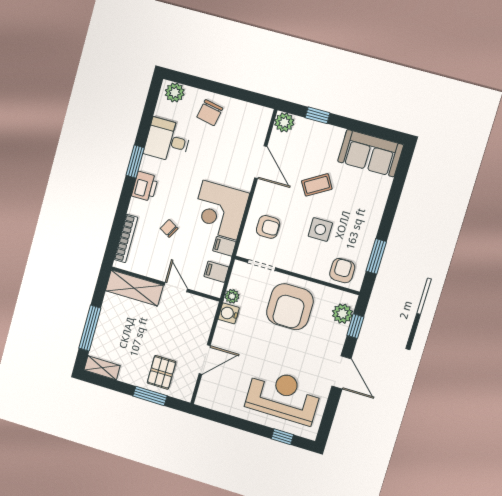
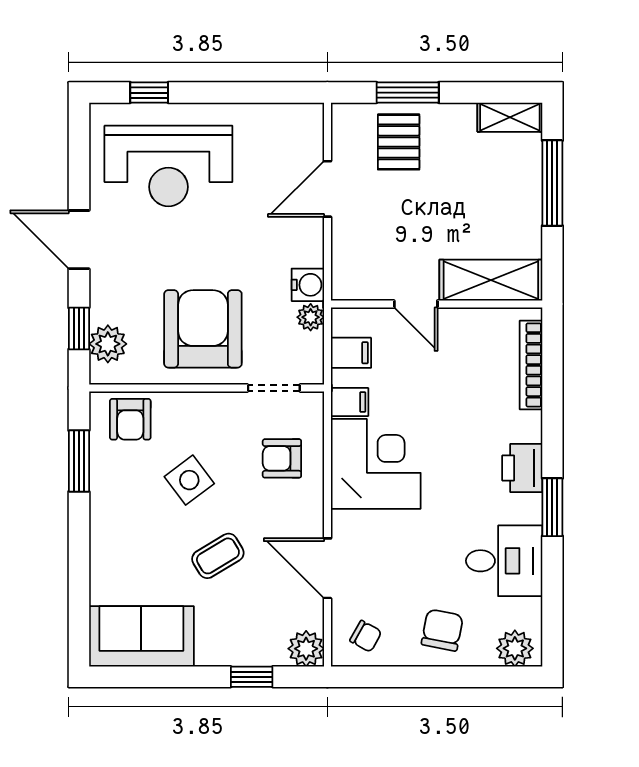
chair: (169, 228) -> (366, 636), moved
side table: (320, 229) -> (189, 480), turned -37

